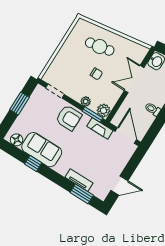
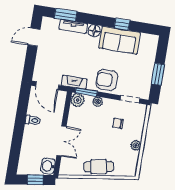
plant: (67, 46) -> (136, 145), added
cafe table: (100, 47) -> (99, 167), moved
chair: (96, 74) -> (118, 123), moved
floor lamp: (17, 140) -> (94, 31), moved

